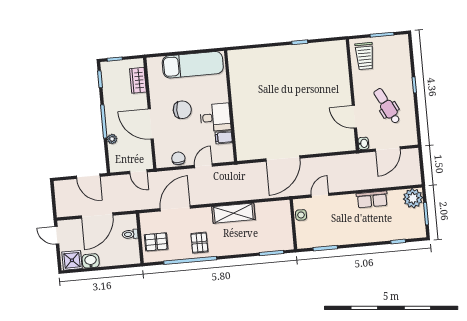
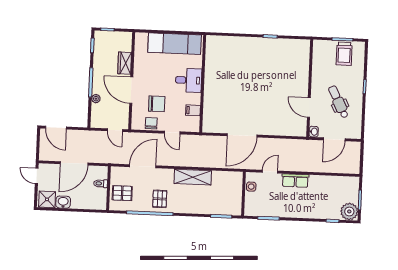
trolley: (365, 56) -> (344, 54), moved
wardrobe: (138, 80) -> (125, 63), moved
chair: (182, 110) -> (157, 104), moved
desk: (215, 117) -> (189, 80), moved
door: (203, 166) -> (172, 133), swing flipped
door: (88, 176) -> (56, 128), moved
plant: (413, 198) -> (349, 211), moved
row of seats: (372, 199) -> (295, 180), moved

